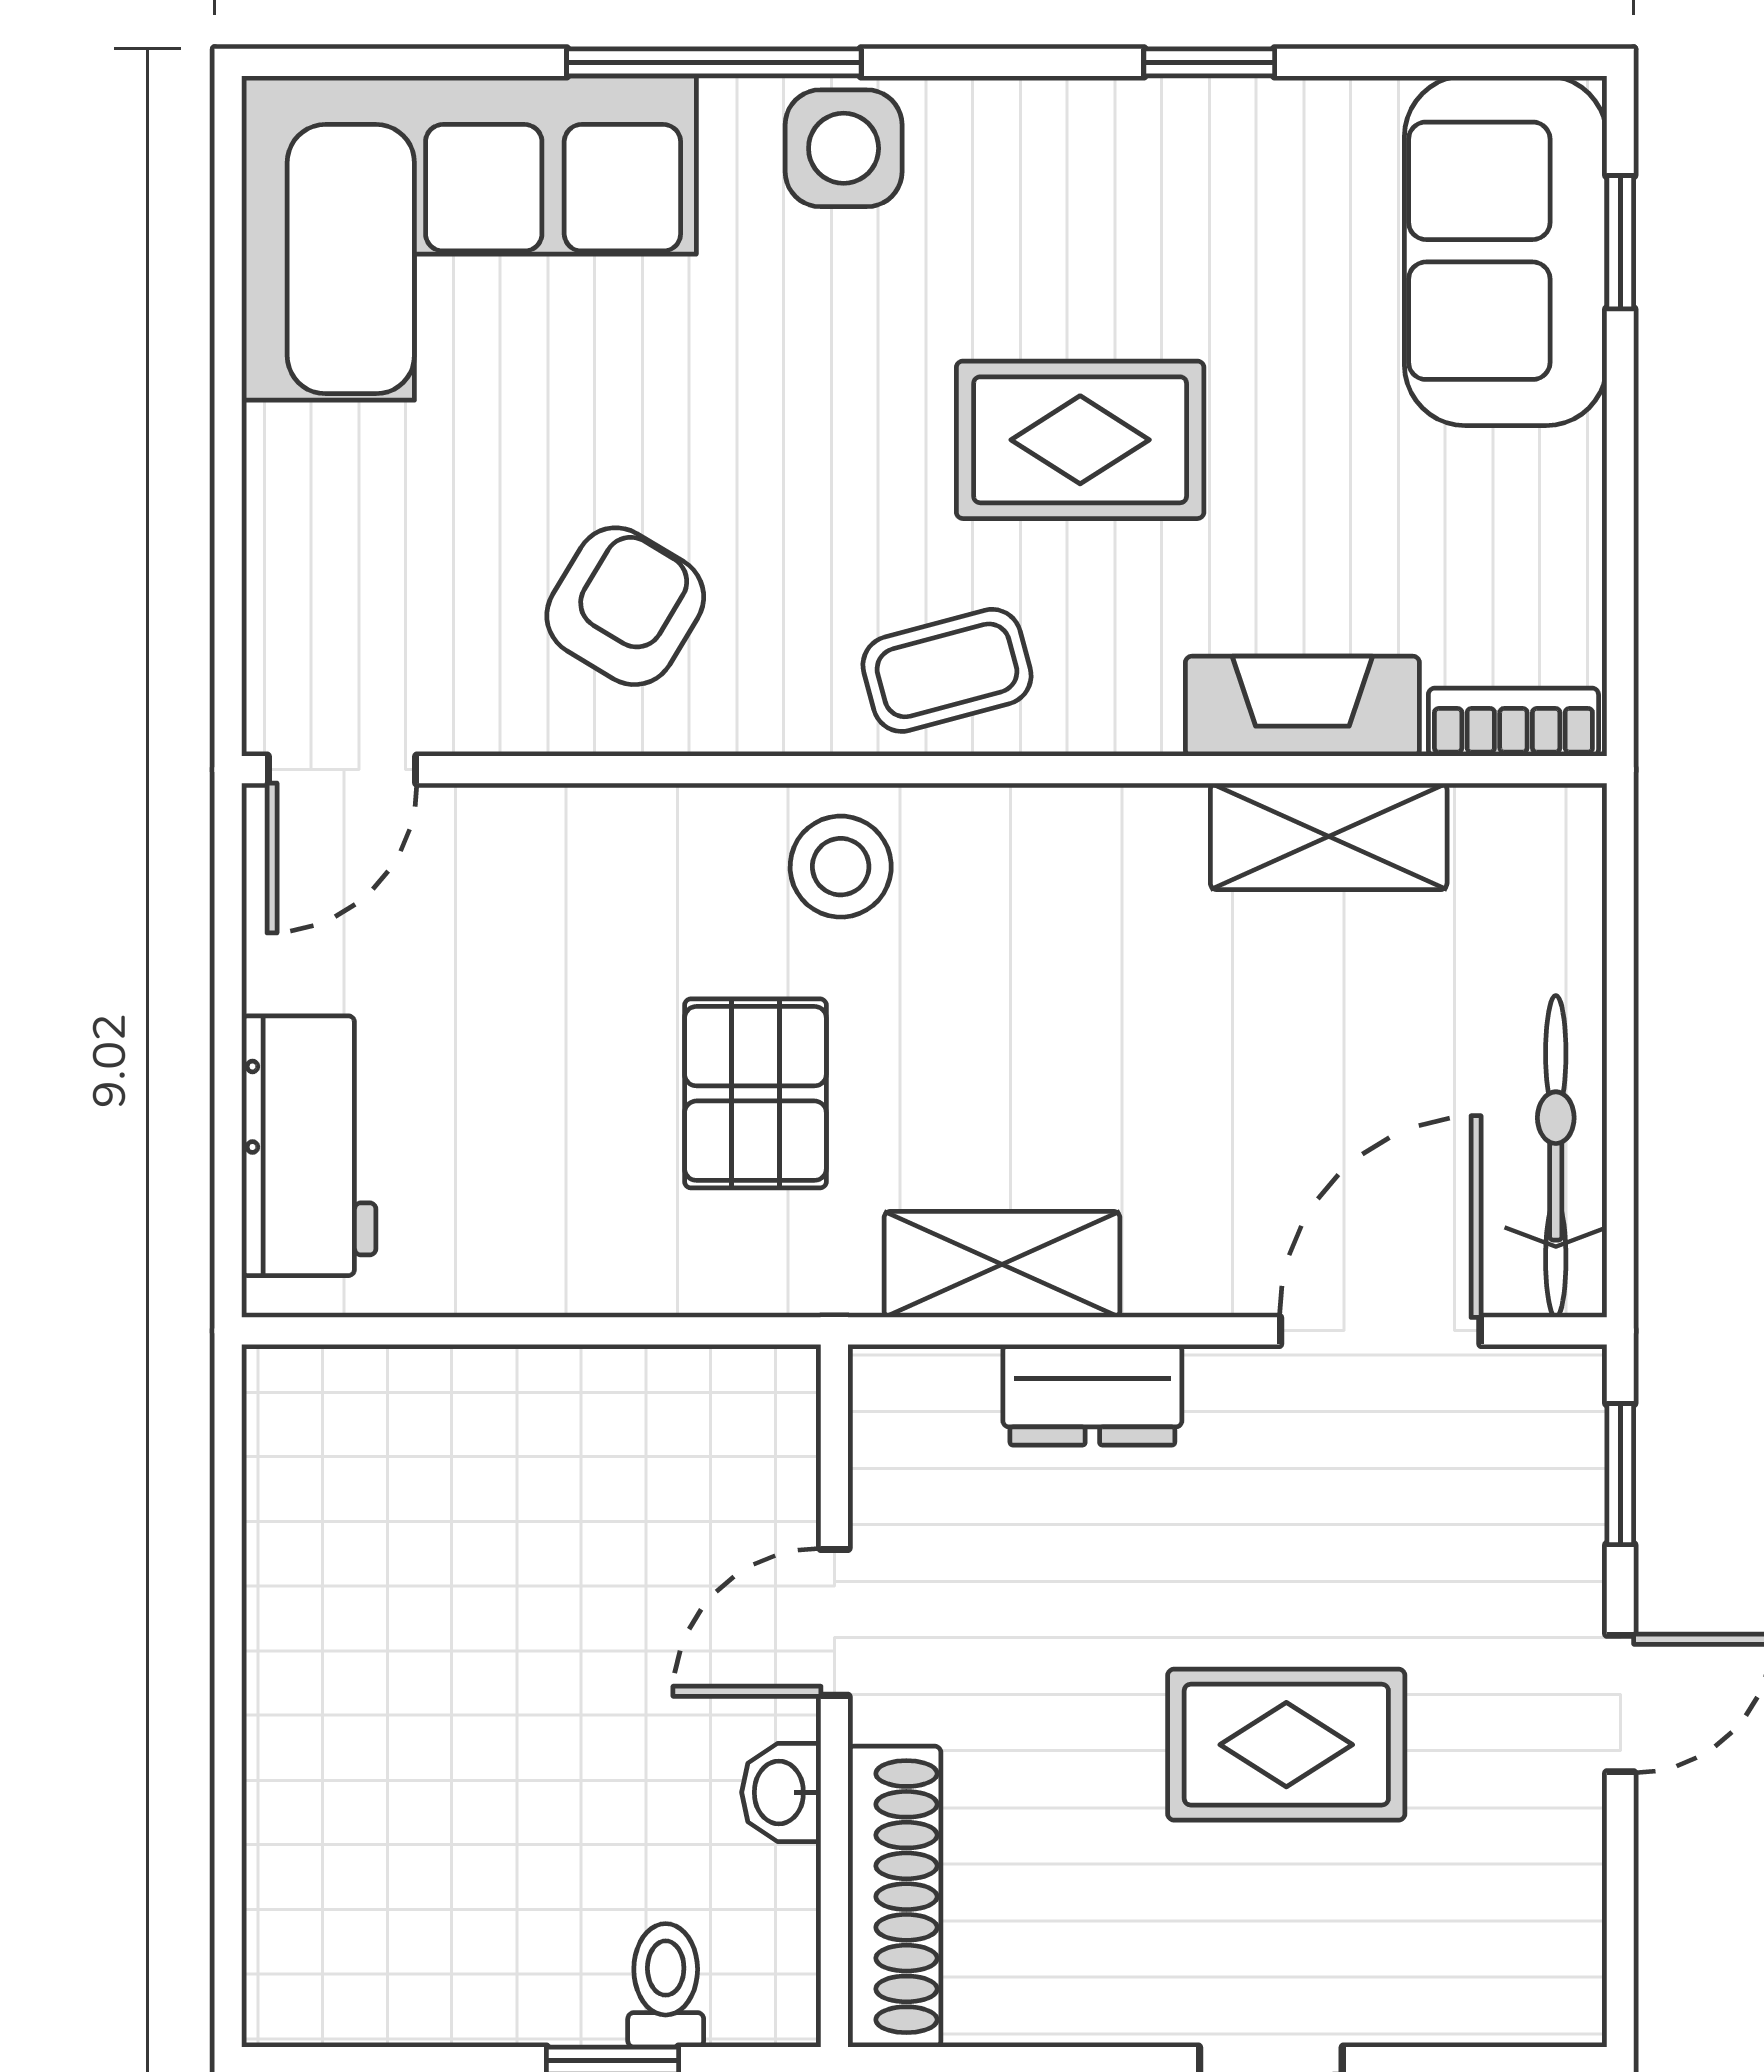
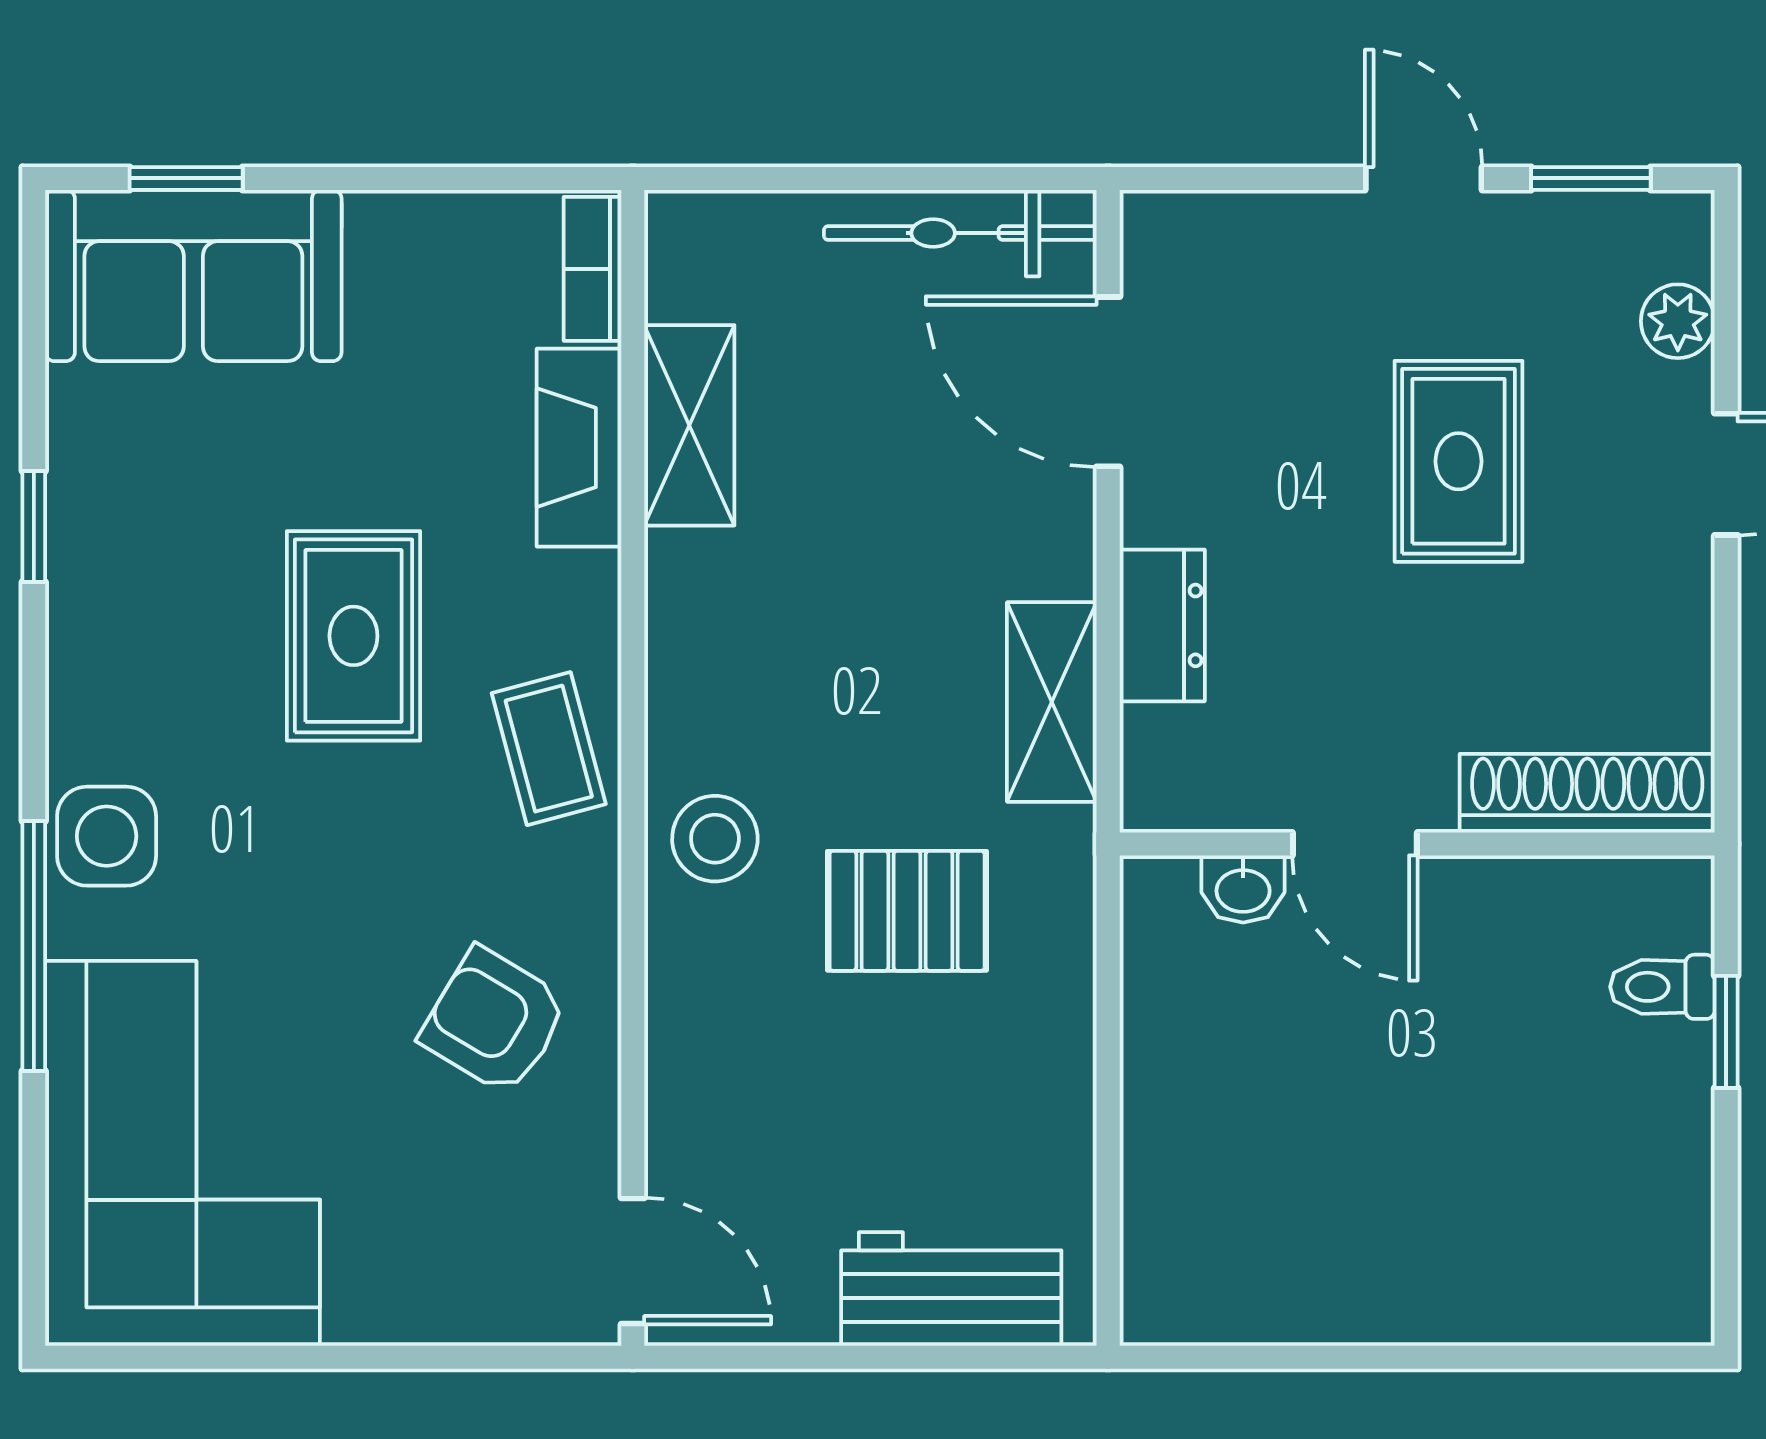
window: (1620, 1474) -> (1591, 178), moved
washbasin: (781, 1792) -> (1243, 889), moved
plant: (1452, 2004) -> (1678, 321), added

